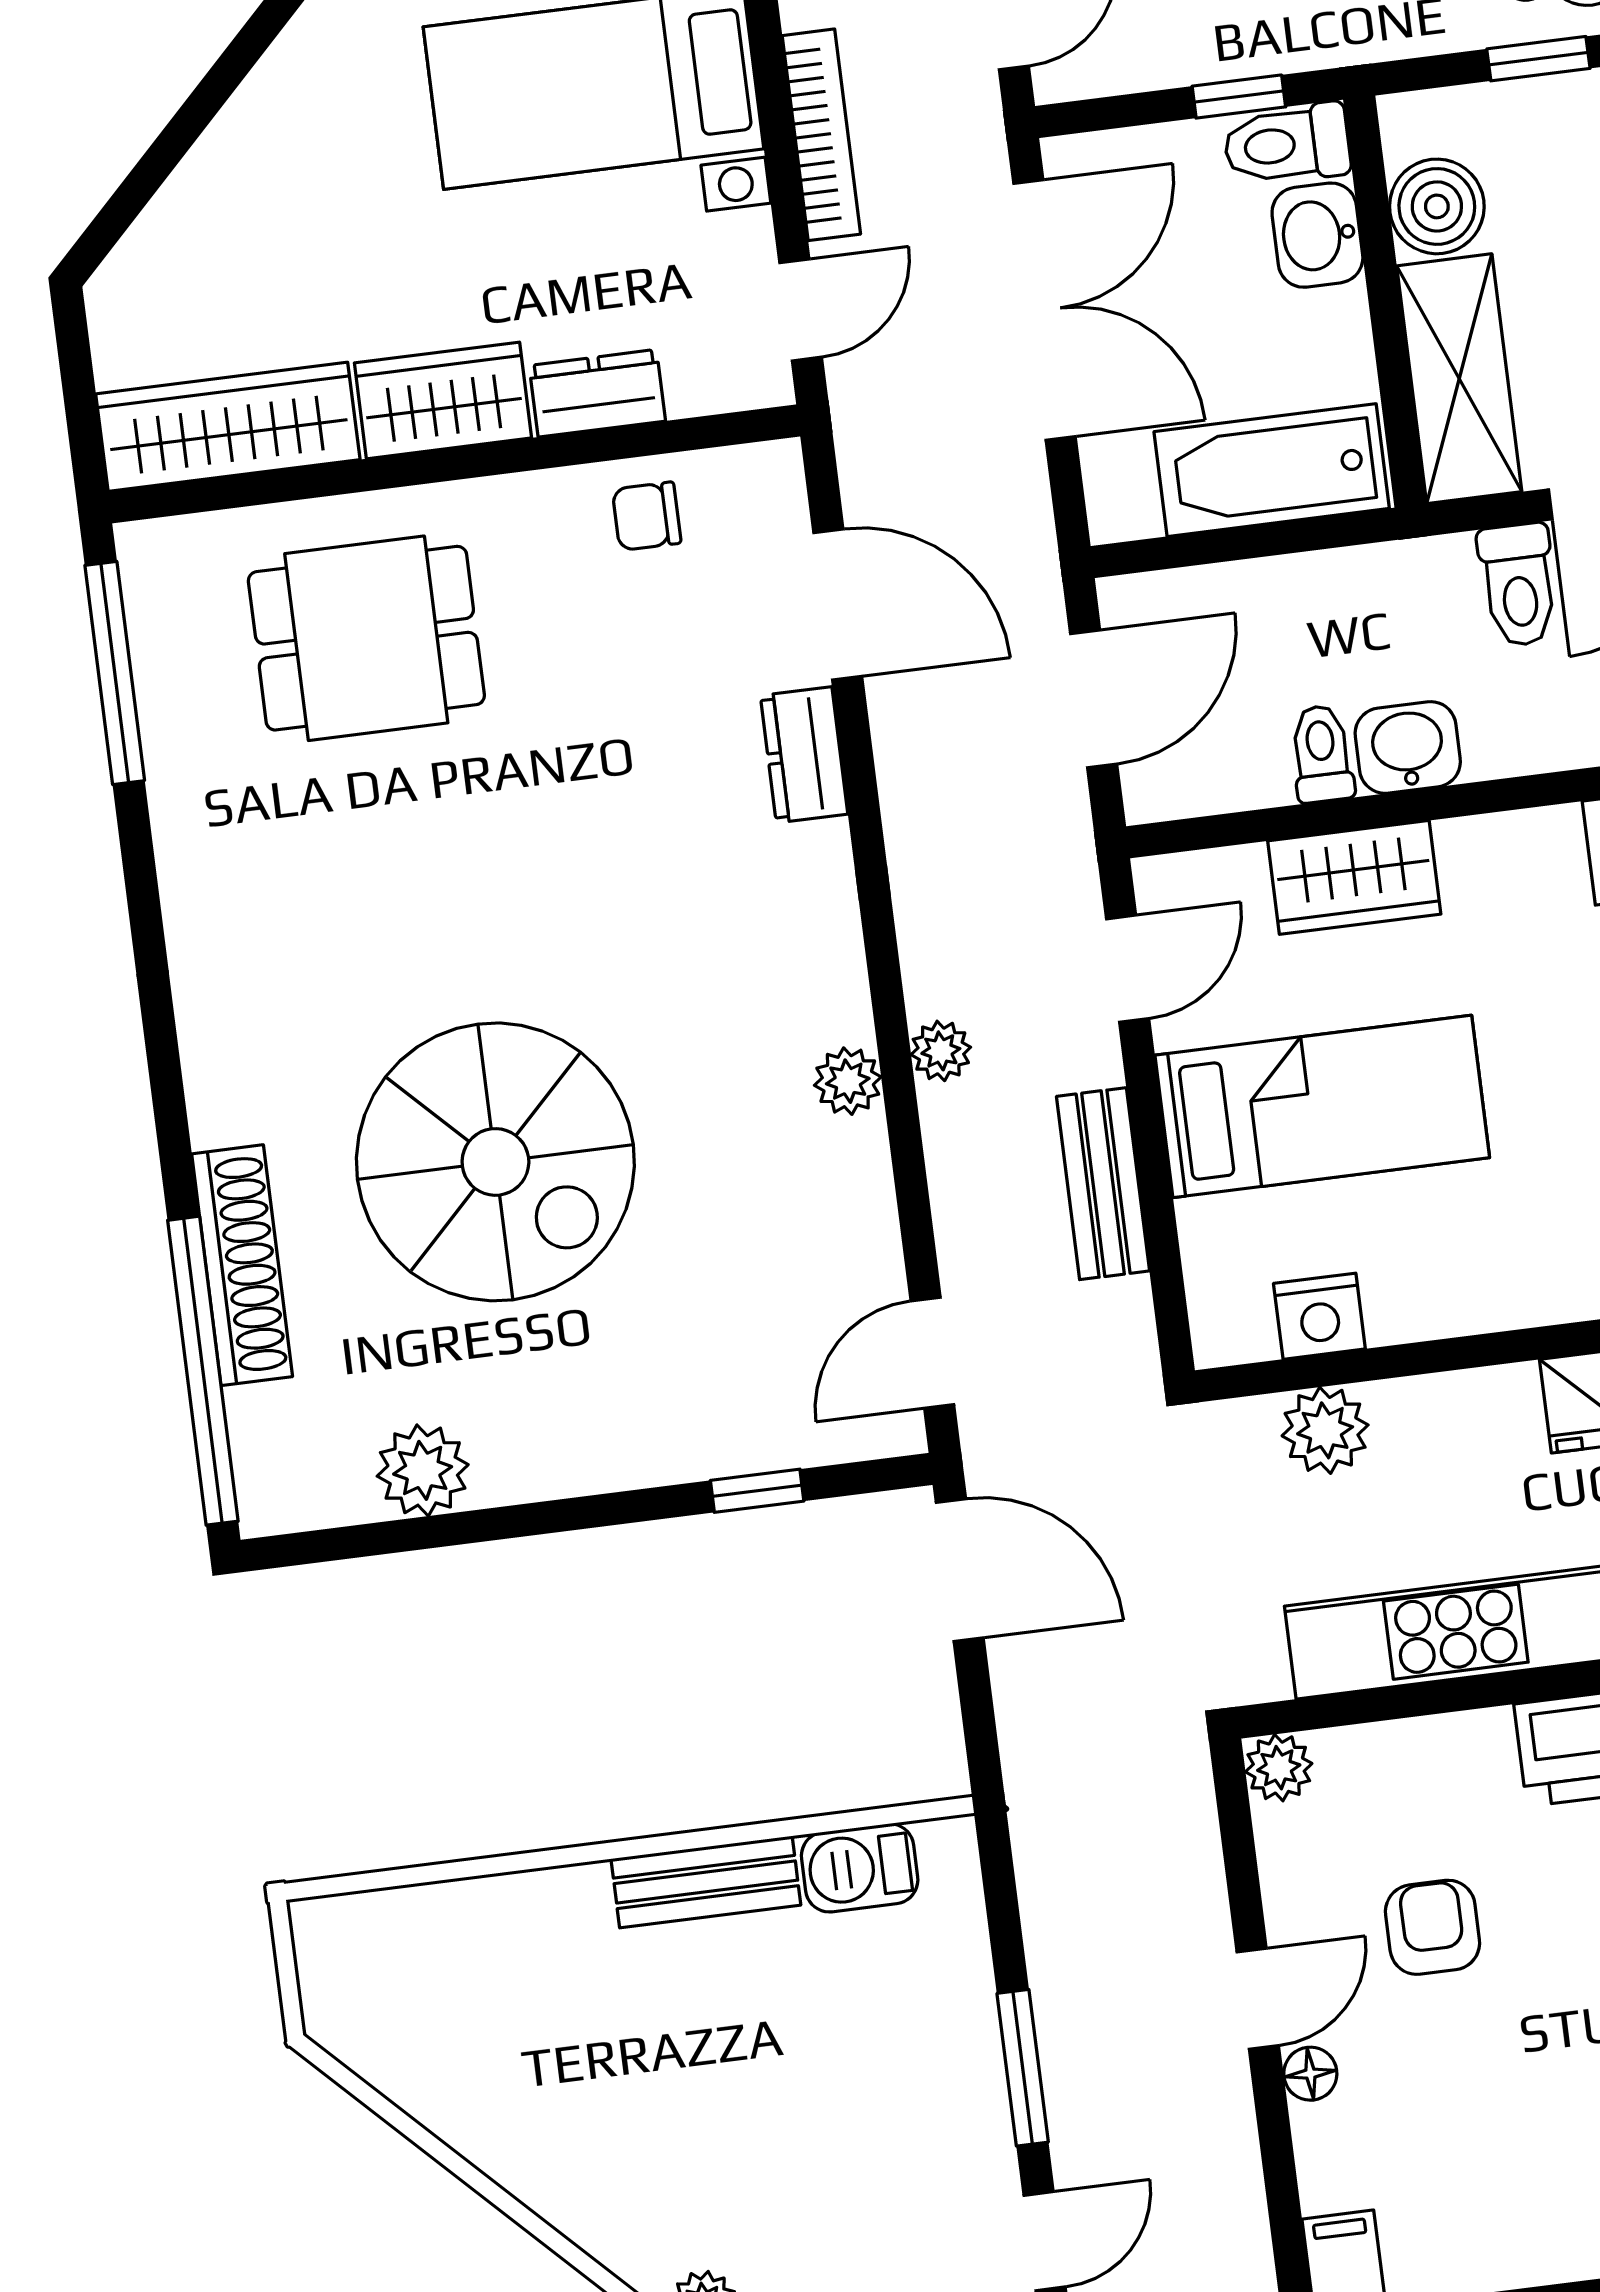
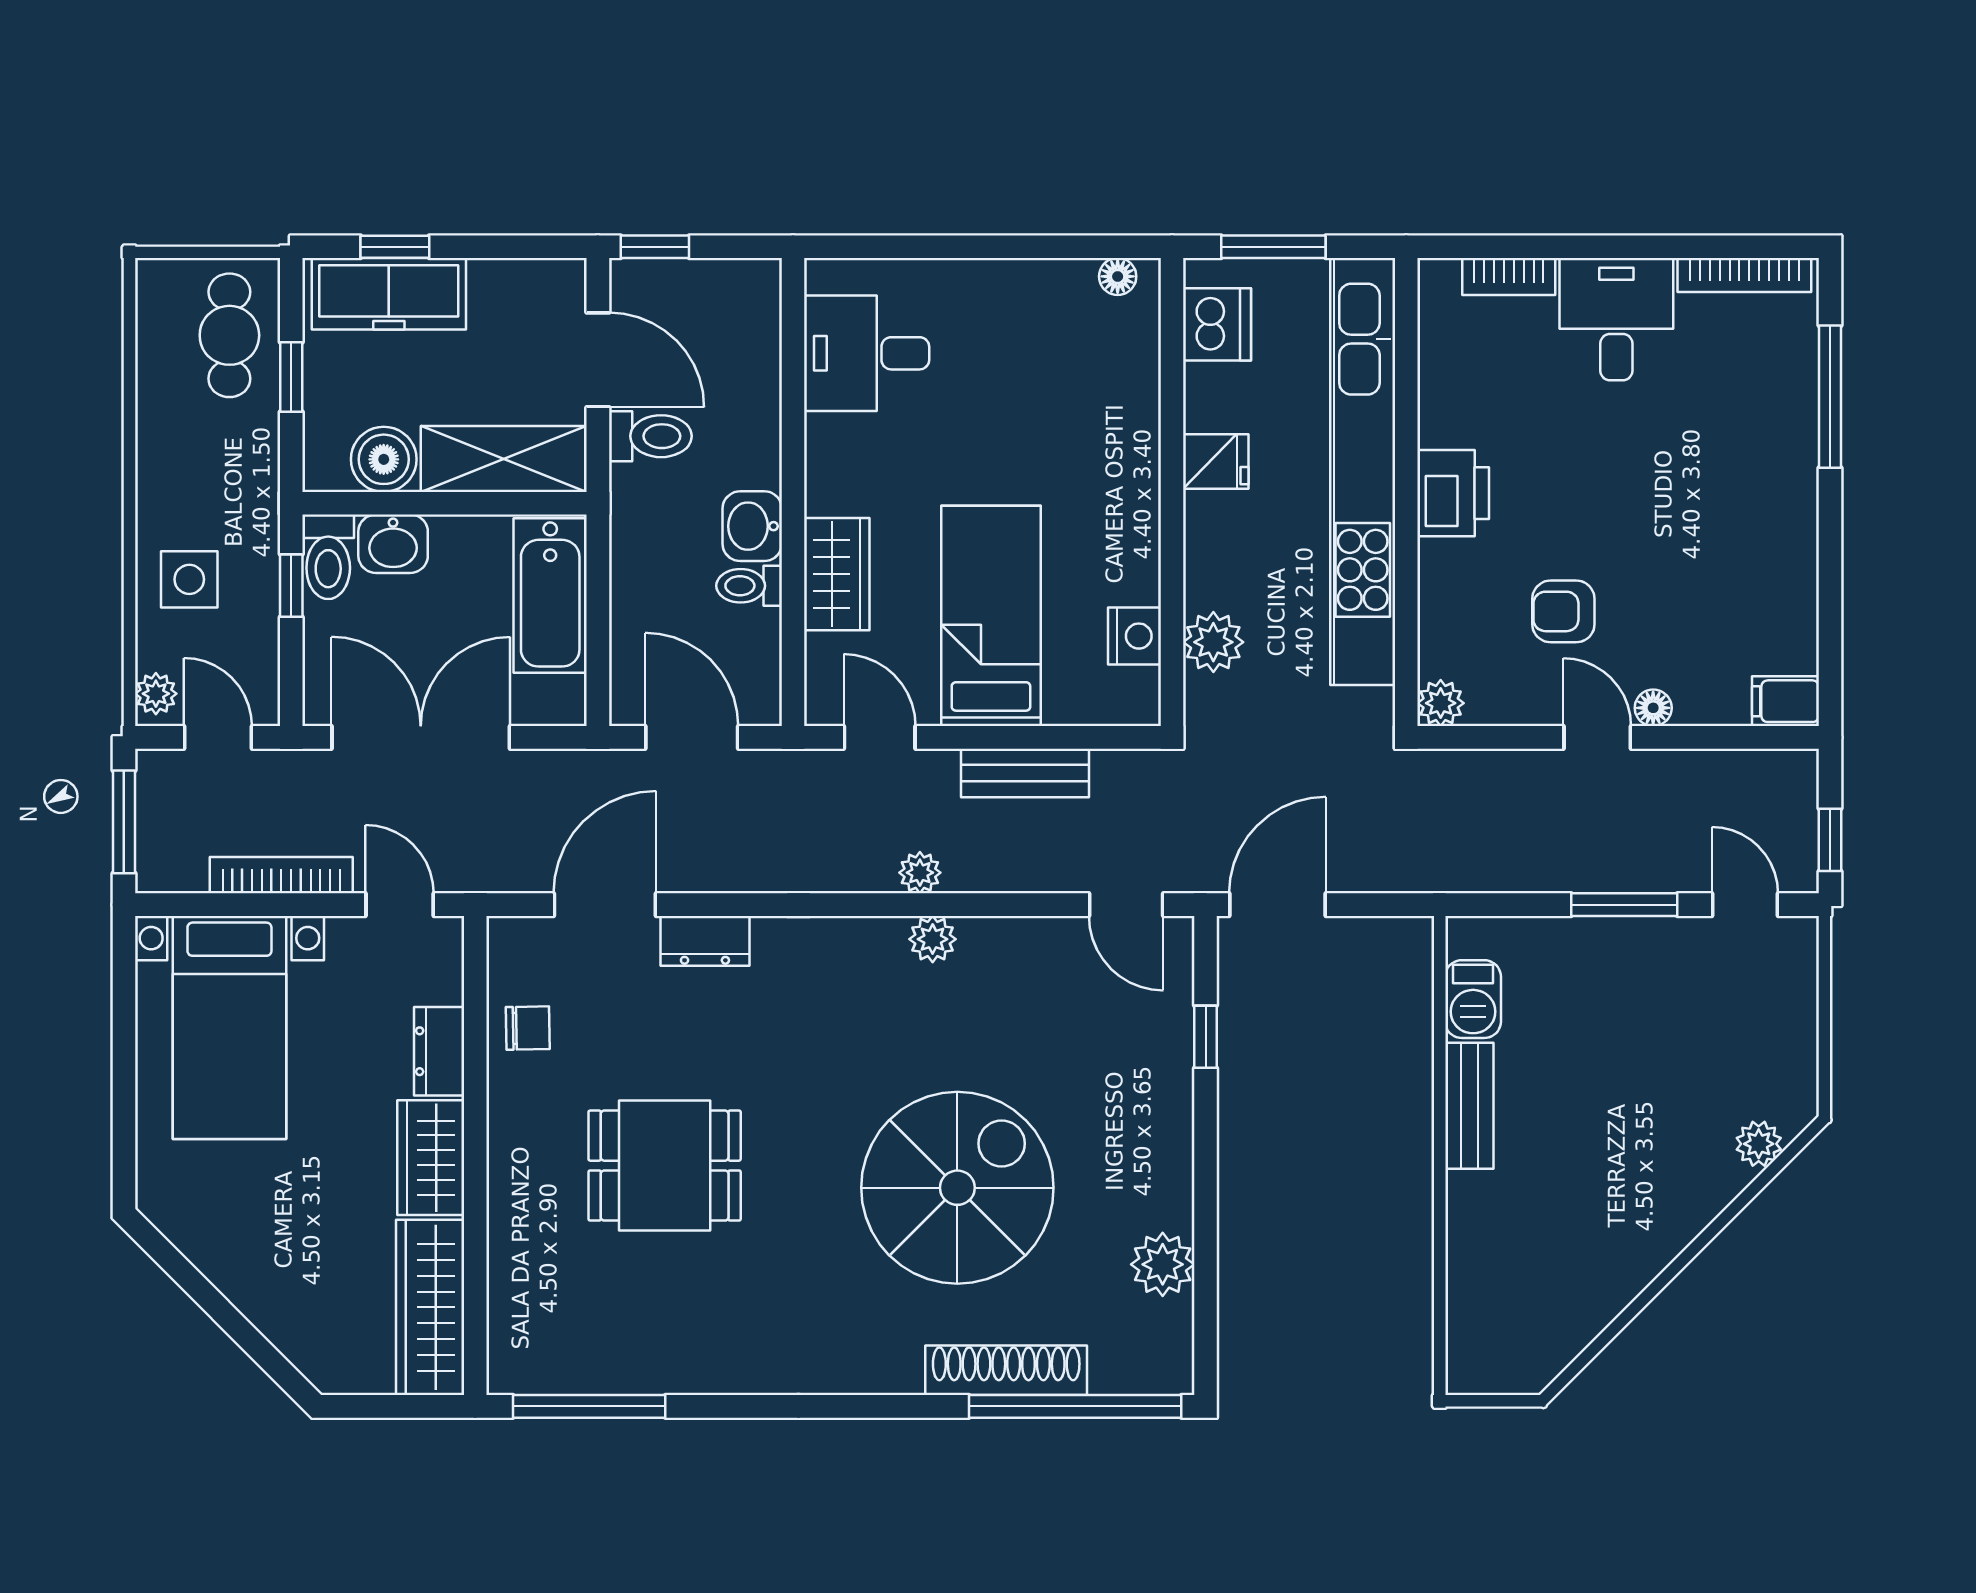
chair: (647, 516) -> (528, 1028), turned -91
dining table: (366, 638) -> (665, 1166), moved, turned 90

